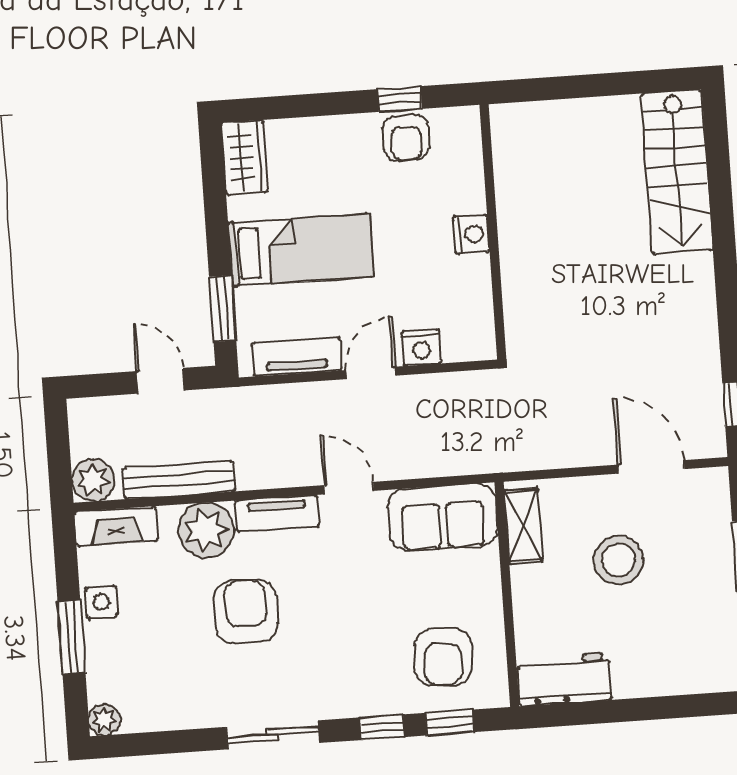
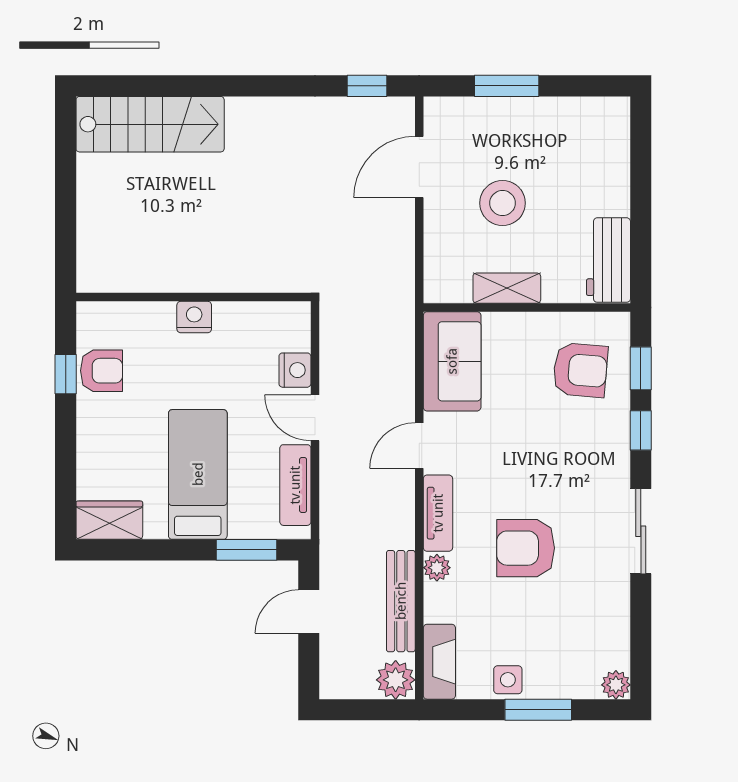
shelving: (523, 526) -> (507, 288), moved
plant: (206, 530) -> (437, 568), width x0.53, depth x0.53

